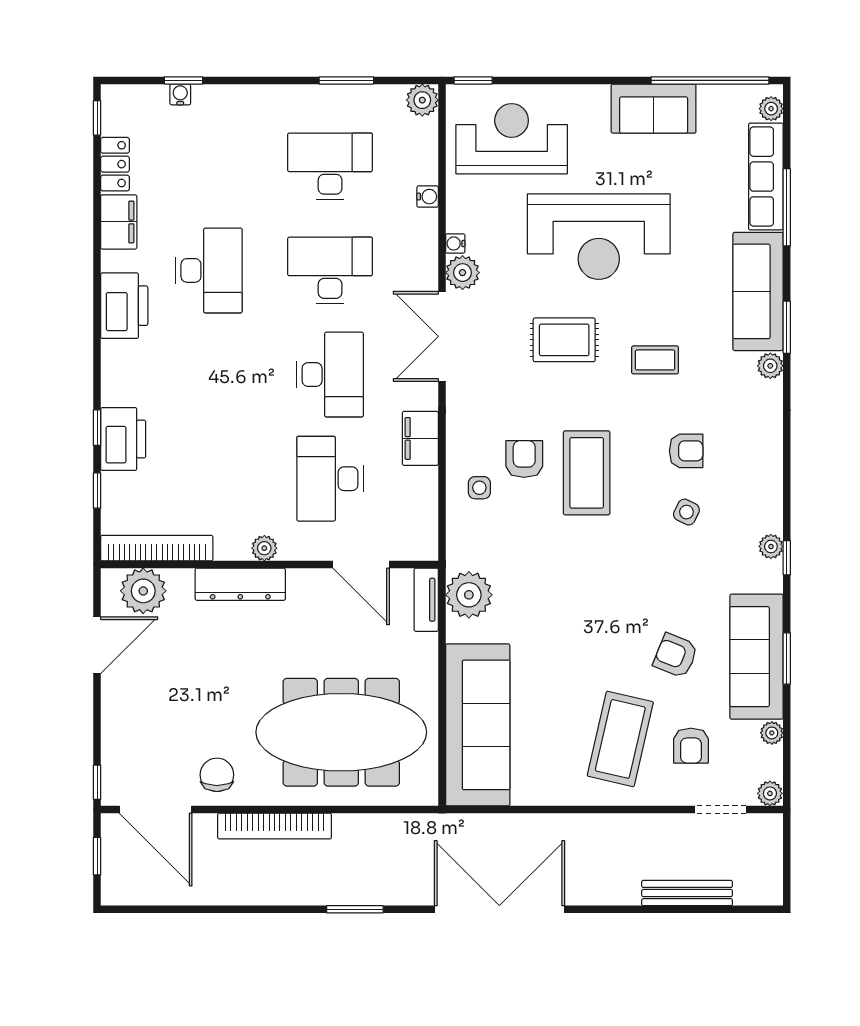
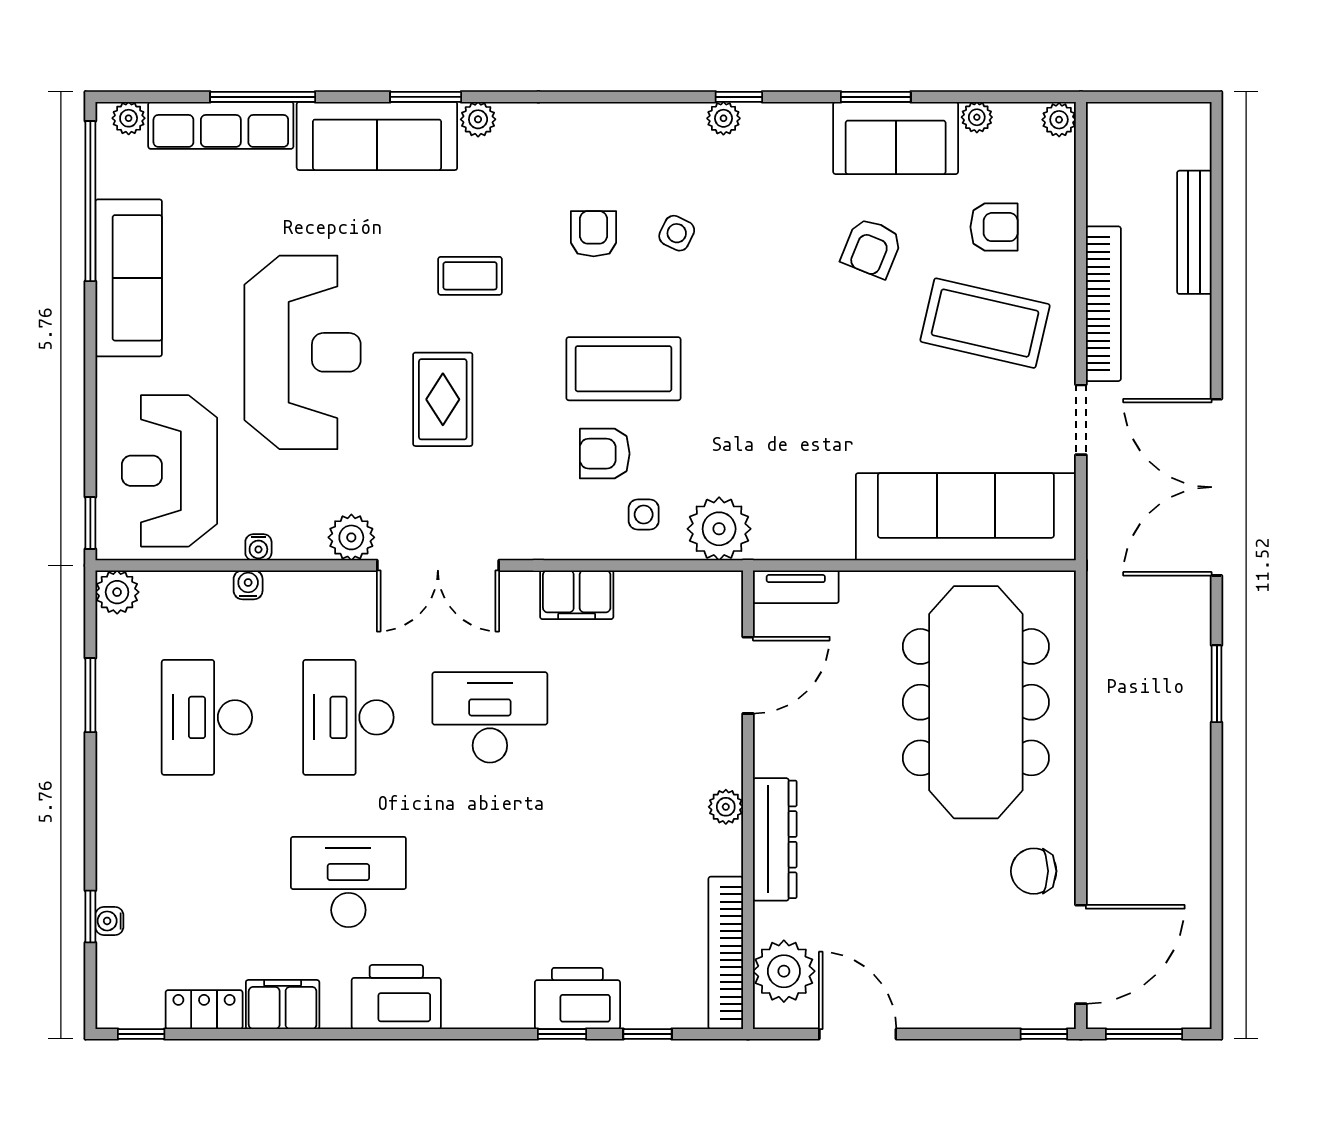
sofa: (654, 109) -> (129, 278), width x1.36
water cooler: (455, 243) -> (258, 547), moved
coffee table: (655, 360) -> (470, 276), turned 90
desk: (330, 479) -> (631, 717), removed
plant: (469, 595) -> (719, 529), moved
sofa: (757, 657) -> (896, 138), width x0.73
doorway: (721, 810) -> (1081, 420), moved
bookcase: (274, 826) -> (1103, 304), moved
window: (97, 856) -> (1144, 1034), width x1.50

